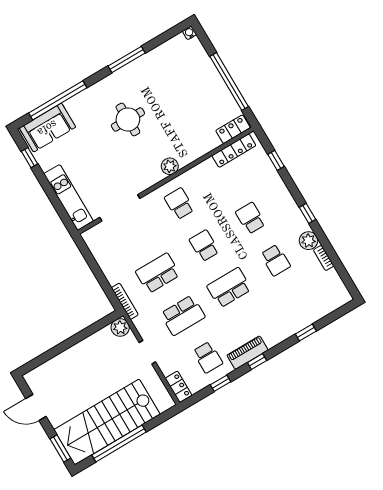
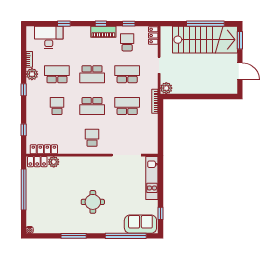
plant: (170, 166) -> (54, 162), moved
school desk: (179, 204) -> (92, 138), turned 180
school desk: (251, 218) -> (57, 106), turned 180
school desk: (204, 246) -> (92, 106), width x1.85
school desk: (275, 260) -> (57, 74), width x1.85
school desk: (158, 273) -> (127, 106), turned 180
desk: (315, 302) -> (49, 37), added

